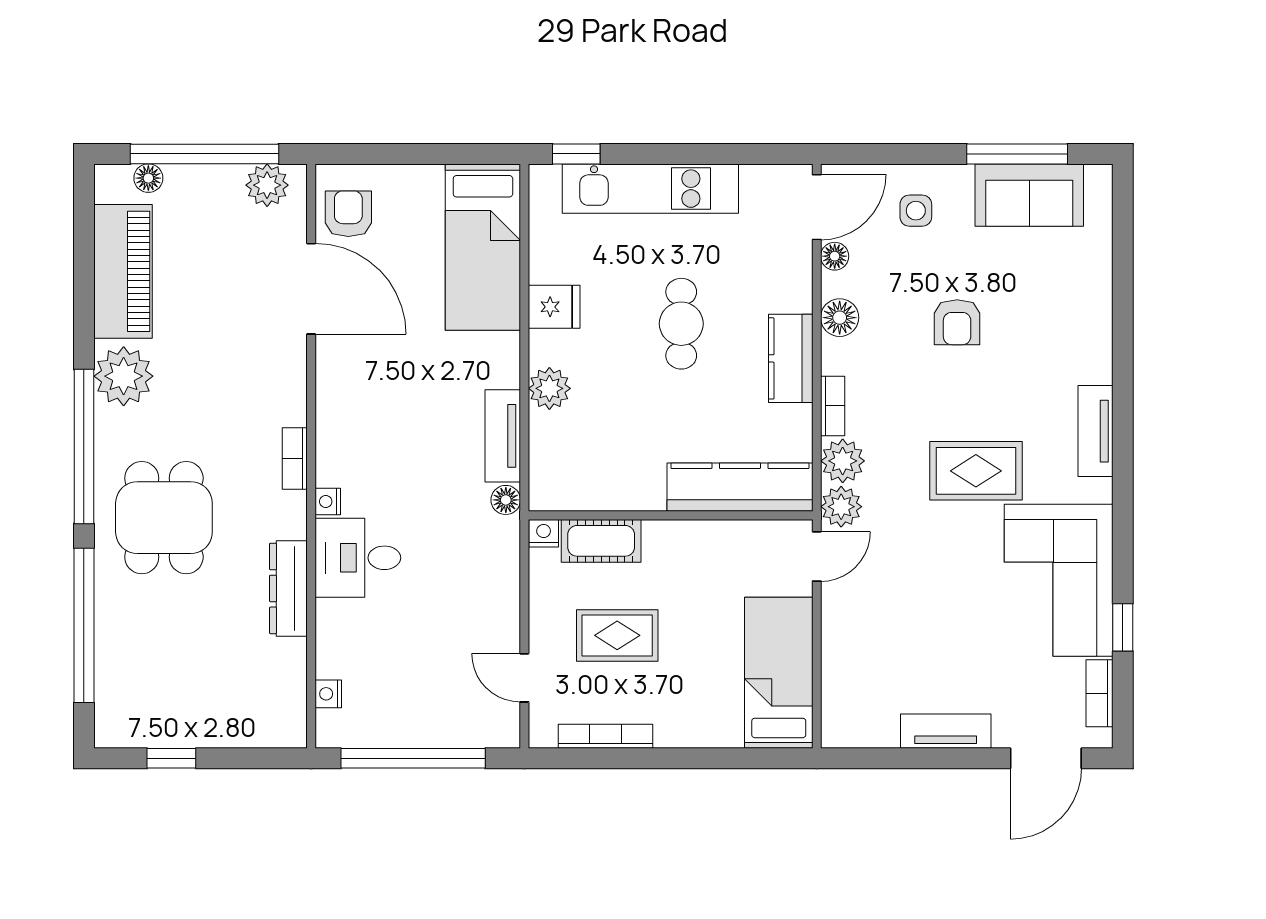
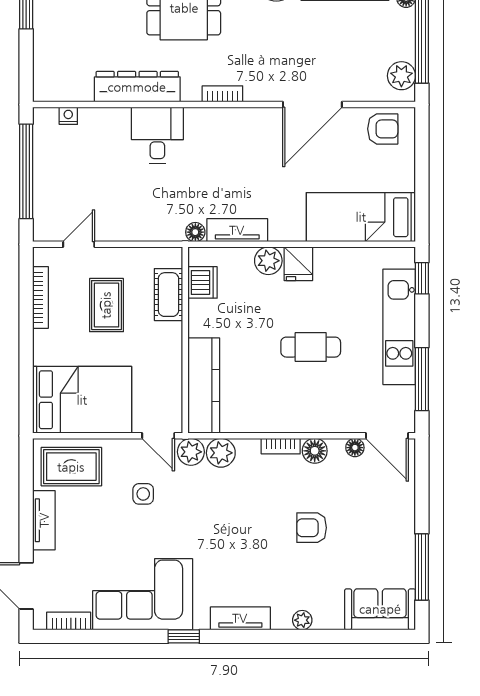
window: (730, 154) -> (422, 379), added
sofa: (1029, 195) -> (380, 609), moved, turned 90
side table: (916, 211) -> (143, 494), moved
door: (311, 289) -> (312, 105), moved
fridge: (554, 307) -> (298, 264), moved
plant: (1098, 337) -> (302, 620), added
kitchen counter: (791, 358) -> (288, 419), removed
bookcase: (833, 406) -> (281, 446), moved
rug: (976, 471) -> (71, 467), moved, turned 90
dishwasher: (583, 489) -> (203, 282), added
nightstand: (328, 502) -> (194, 115), removed
nightstand: (544, 533) -> (173, 257), removed
dresser: (288, 588) -> (137, 87), width x1.37, depth x1.24
window: (1123, 627) -> (184, 636), moved
bed: (779, 673) -> (82, 400), width x1.50

